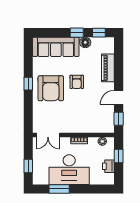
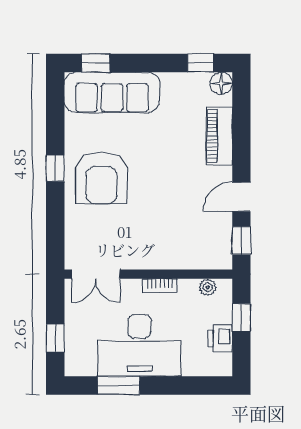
window: (77, 33) -> (96, 63), moved
floor lamp: (85, 42) -> (221, 83), moved
armchair: (77, 82) -> (155, 165), removed

